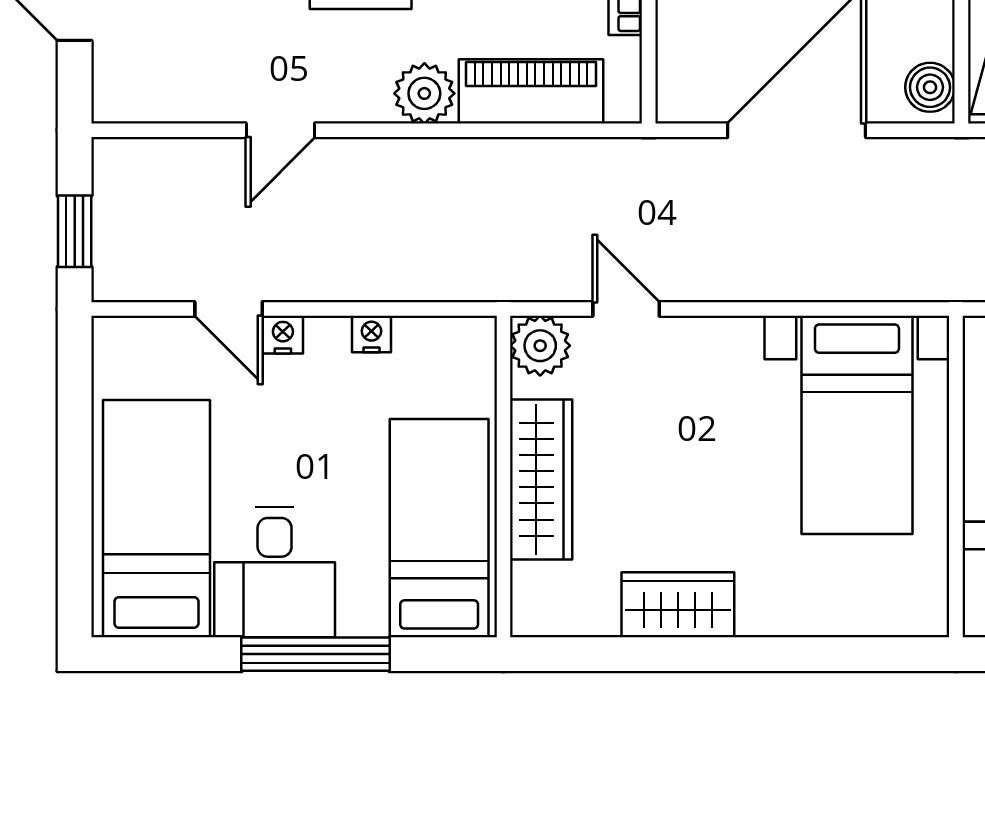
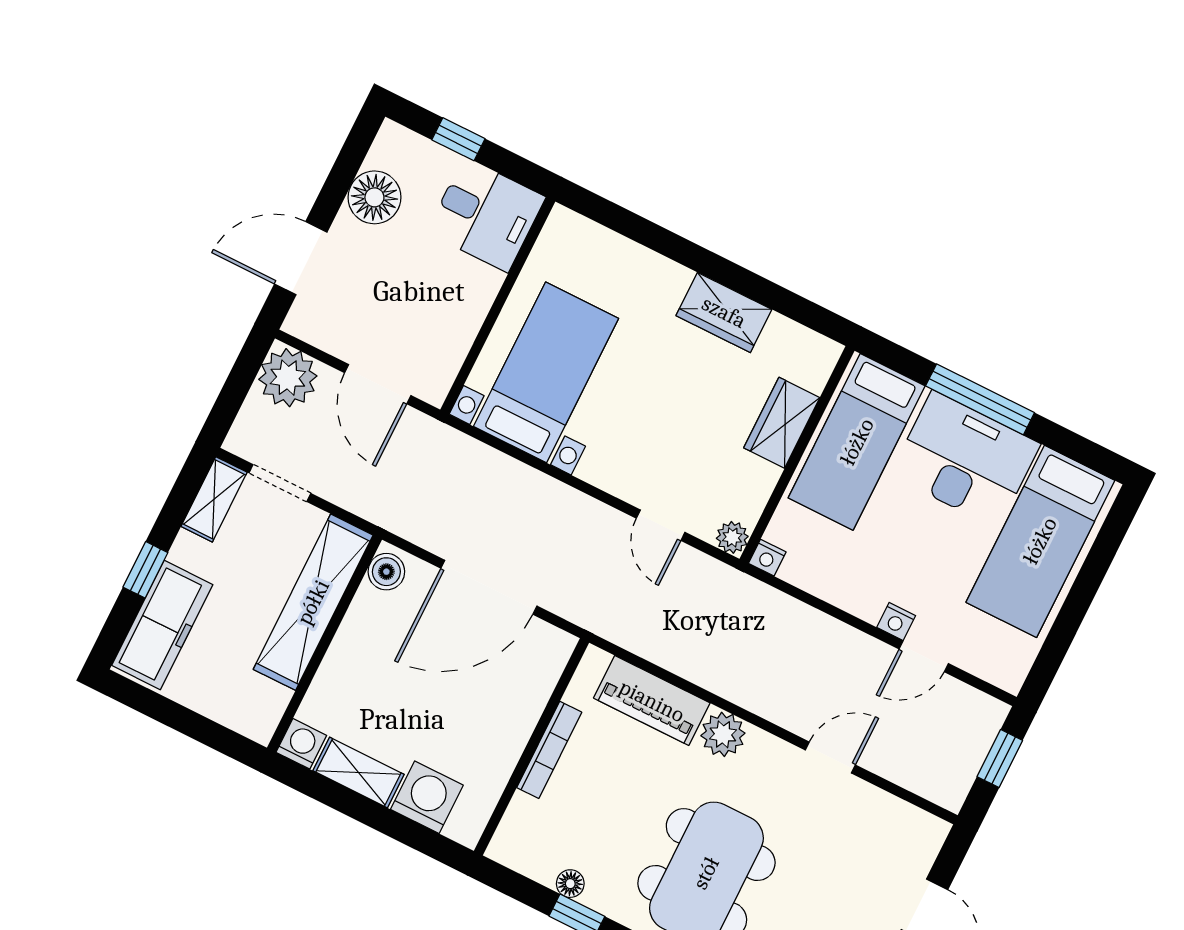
door: (229, 309) -> (924, 656), swing flipped
nightstand: (371, 334) -> (767, 558), moved
plant: (540, 346) -> (732, 537), width x0.73, depth x0.73
wardrobe: (541, 479) -> (782, 423), width x0.67
desk: (275, 572) -> (965, 459), width x1.37

